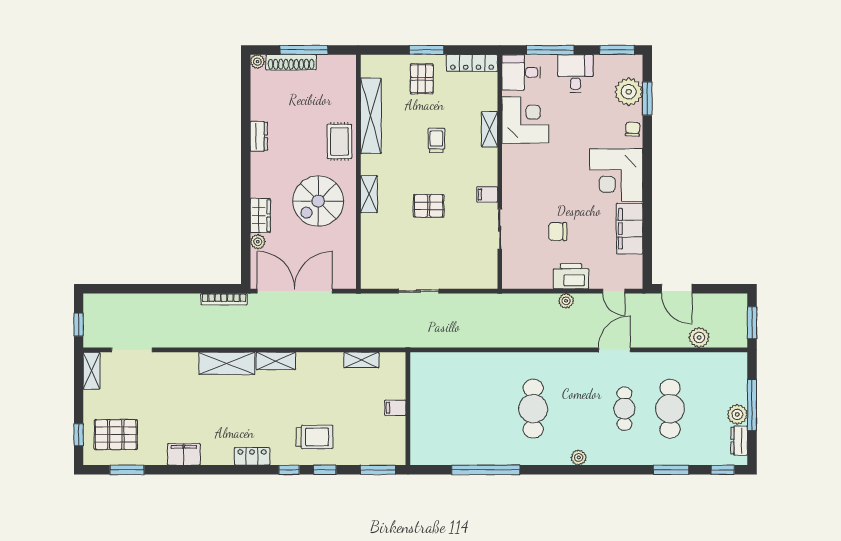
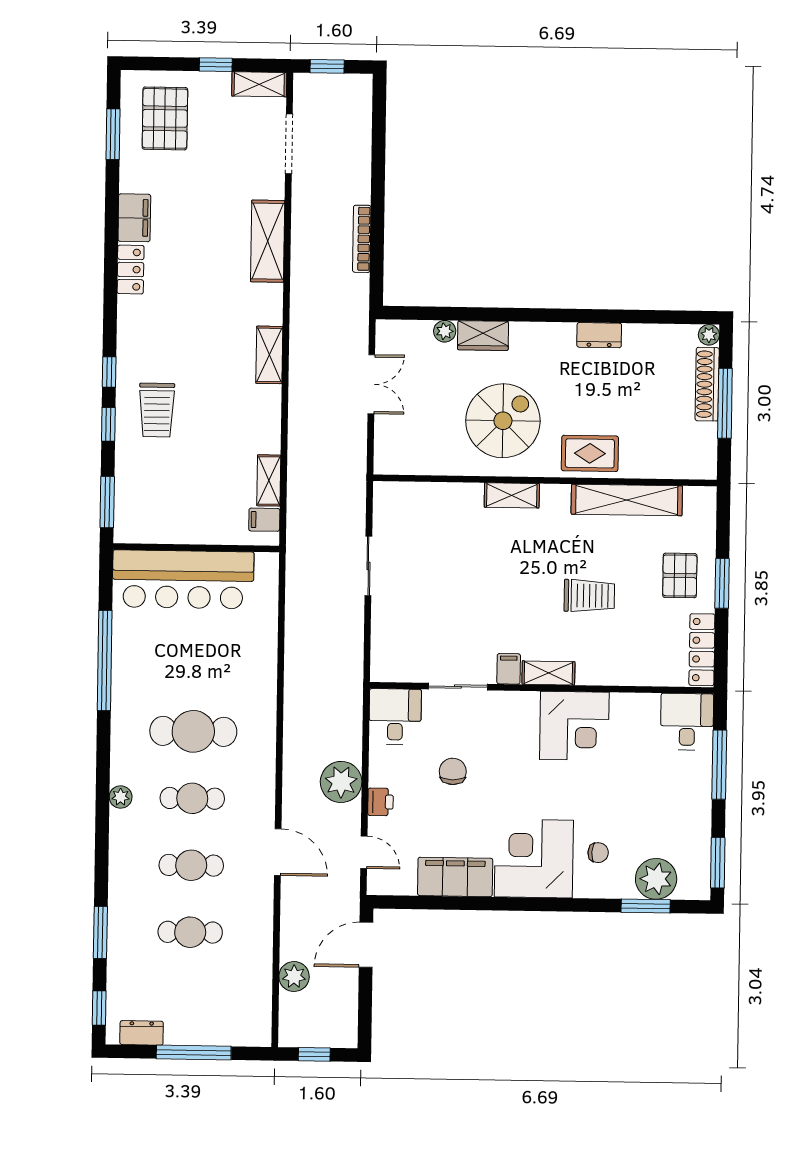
desk: (575, 73) -> (395, 717), moved, turned -90
pallet: (422, 79) -> (680, 575), turned 90
corner desk: (525, 120) -> (574, 726), moved
shelving: (490, 129) -> (548, 673), moved
chair: (633, 129) -> (598, 853), moved
trolley: (436, 140) -> (589, 596), width x1.36, depth x1.39
spiral stairs: (318, 201) -> (503, 421), turned 90
pallet: (429, 206) -> (493, 583), removed
printer: (571, 276) -> (381, 802), width x0.53, depth x0.68
double door: (295, 291) -> (371, 384), width x0.54
door: (614, 291) -> (364, 852), swing flipped
bookcase: (224, 299) -> (362, 239), moved
plant: (566, 301) -> (341, 782), width x1.87, depth x1.87
window: (752, 323) -> (314, 1054), width x0.67
shelving: (227, 363) -> (268, 241), moved
filing cabinet: (395, 408) -> (264, 520), moved, turned -90
cafe table: (579, 409) -> (192, 798), added
cafe table: (670, 409) -> (190, 932), width x0.73, depth x0.74
plant: (737, 414) -> (180, 1031), removed
bar counter: (430, 417) -> (183, 579), added
window: (79, 435) -> (216, 65), moved
locker: (252, 456) -> (131, 270), moved

